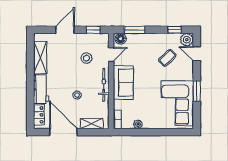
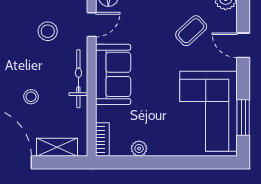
door: (197, 54) -> (243, 45), moved
window: (197, 91) -> (243, 118), moved

